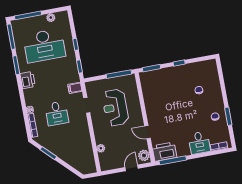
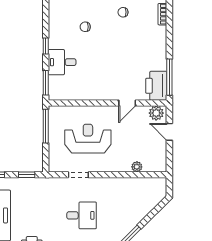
filing cabinet: (75, 88) -> (53, 186), removed
reception desk: (115, 108) -> (88, 139), turned 180
desk: (199, 143) -> (62, 62), moved, turned 180

